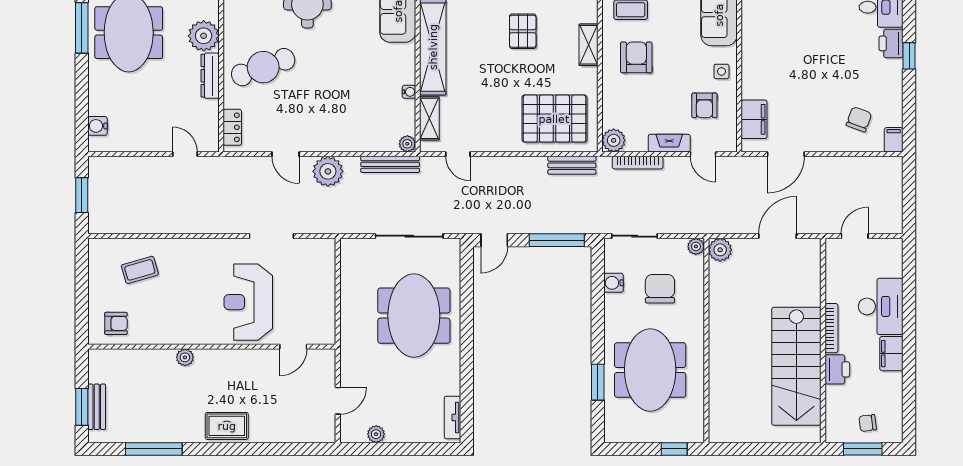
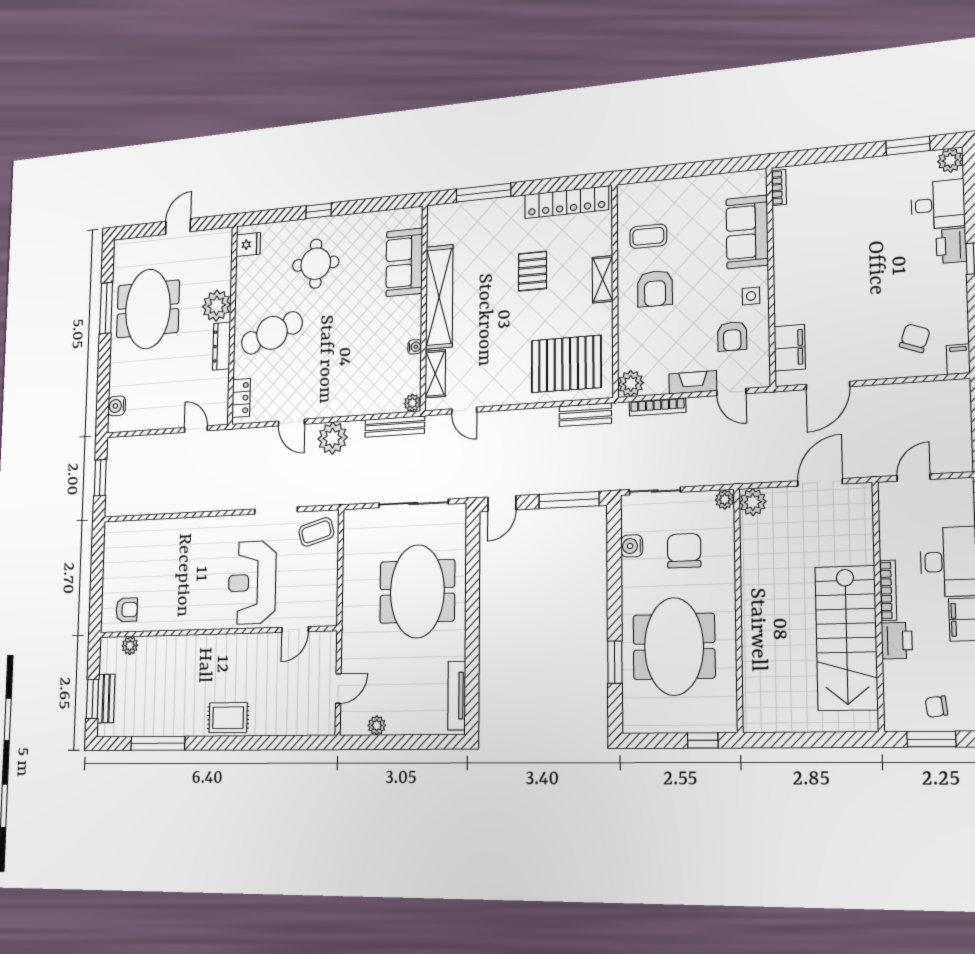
armchair: (636, 57) -> (655, 289), turned 180
coffee table: (140, 270) -> (316, 532), moved
plant: (185, 357) -> (130, 646), moved
tv unit: (452, 418) -> (457, 696), width x1.41

